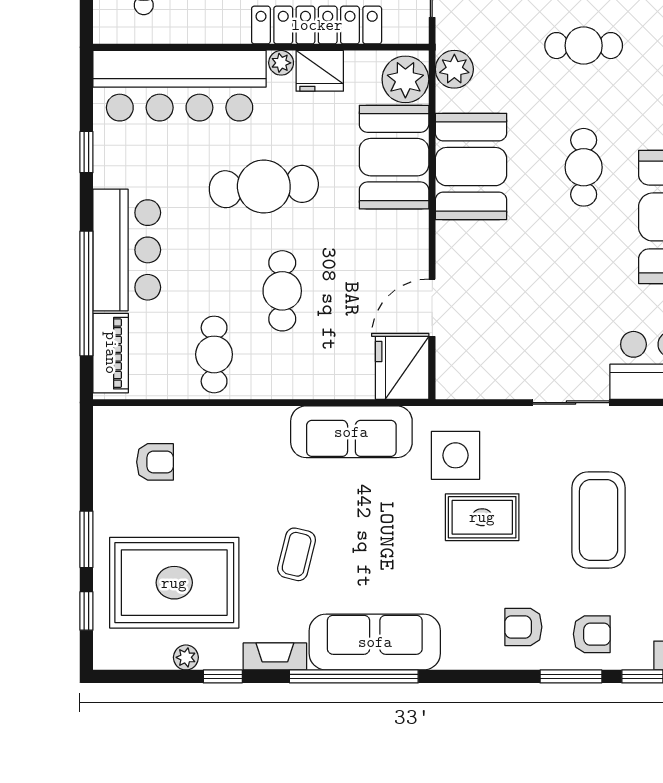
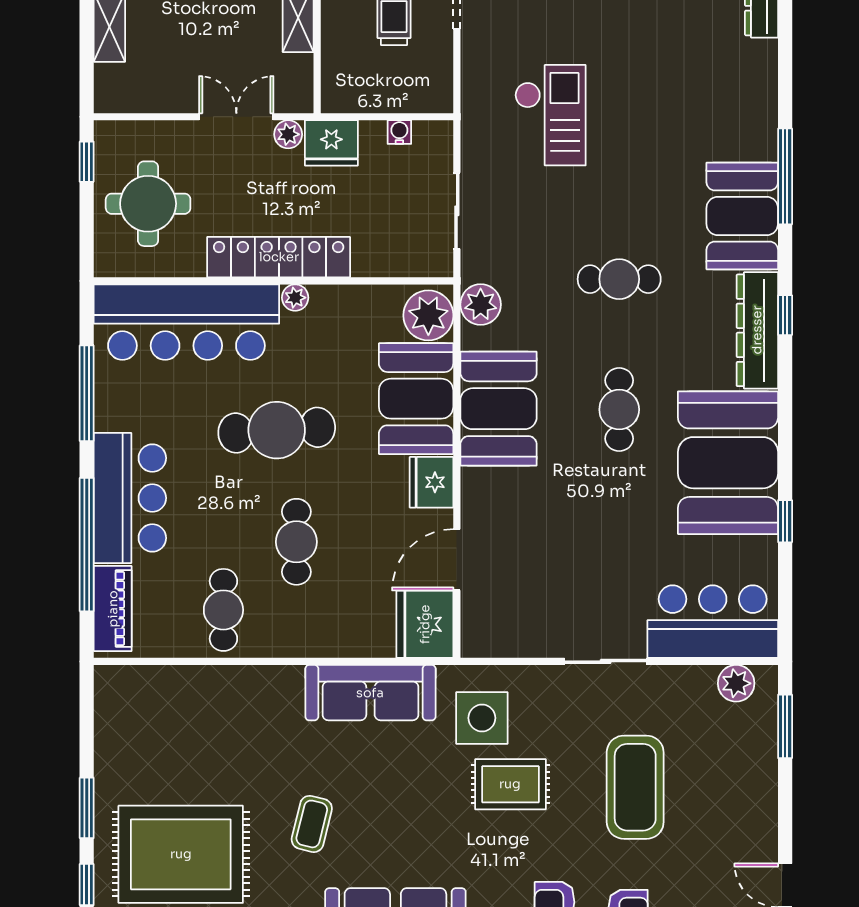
locker: (317, 25) -> (279, 257), moved
fridge: (320, 71) -> (431, 482), moved, turned 90
window: (86, 152) -> (87, 393), width x2.17
armchair: (155, 462) -> (160, 725), removed

